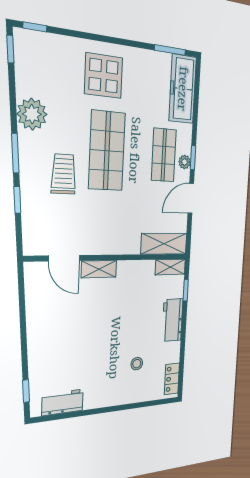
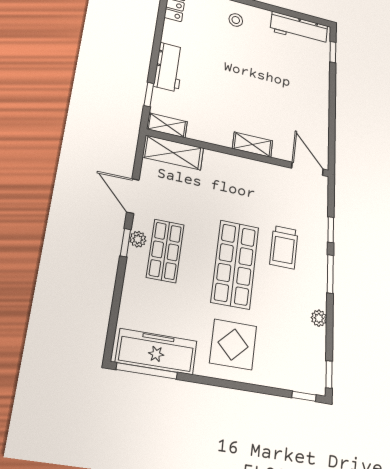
window: (170, 50) -> (147, 371), width x1.44
freezer: (183, 89) -> (156, 352), moved, turned -90
plant: (32, 114) -> (319, 318), width x0.53, depth x0.53
door: (191, 198) -> (133, 196), swing flipped
door: (64, 258) -> (307, 169), moved
stool: (137, 364) -> (236, 20), moved
workbench: (63, 402) -> (299, 28), width x1.38

